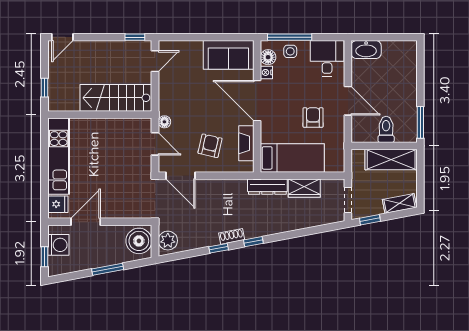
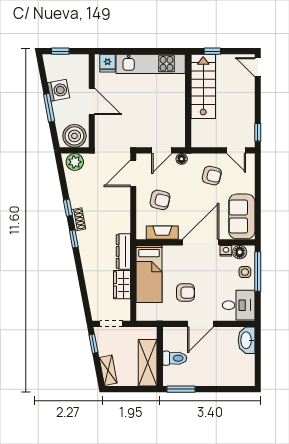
armchair: (183, 88) -> (212, 176), added
stairs: (116, 98) -> (203, 86), moved
door: (86, 222) -> (92, 101), moved
washing machine: (58, 245) -> (58, 90), moved, turned -101

